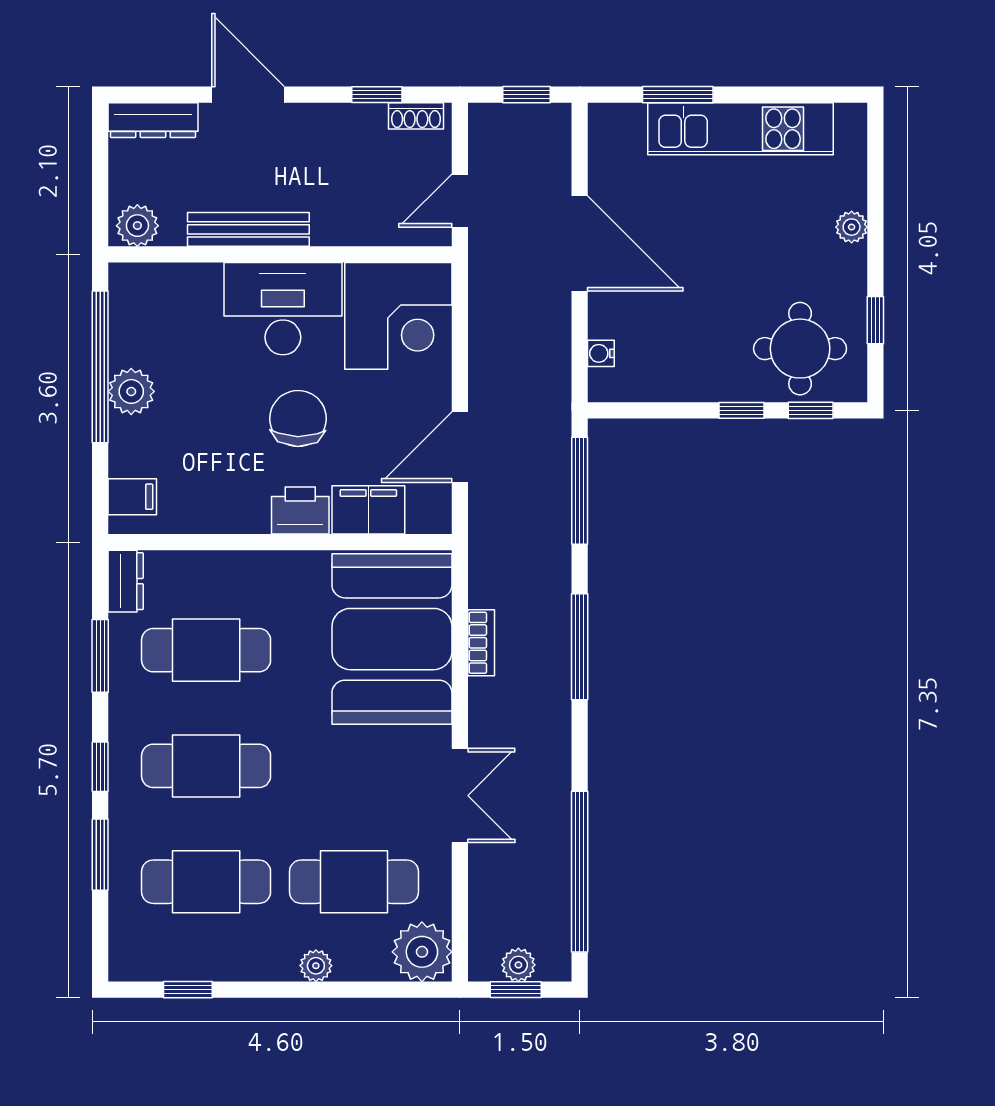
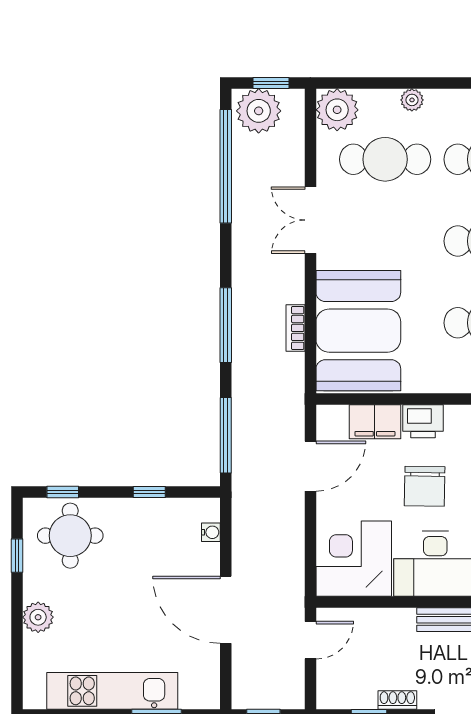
shoe rack: (416, 116) -> (397, 700), moved
plant: (852, 227) -> (38, 617), width x1.38, depth x1.38
window: (742, 410) -> (149, 492), moved
plant: (518, 965) -> (259, 111), width x1.87, depth x1.87

